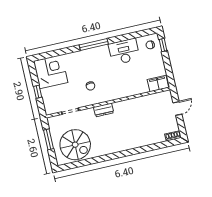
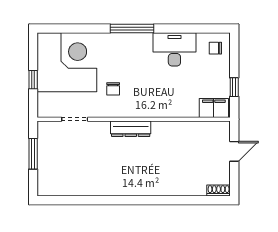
window: (163, 45) -> (234, 87), moved
corner desk: (51, 72) -> (67, 62), width x1.36, depth x1.36
dresser: (104, 110) -> (131, 129), width x1.44
spiral stairs: (75, 145) -> (71, 171), removed

